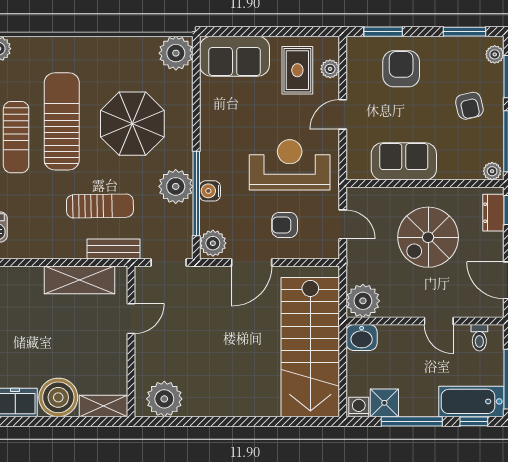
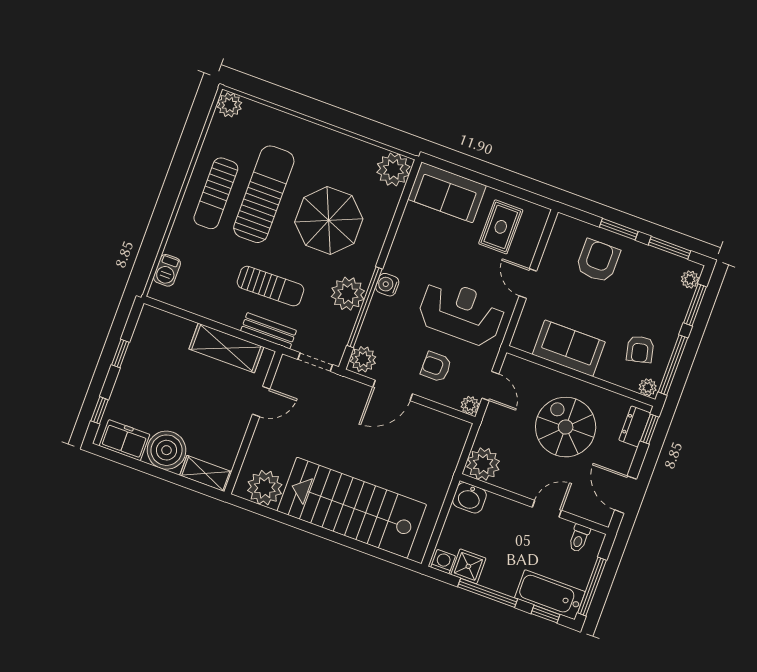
window: (383, 32) -> (619, 229), moved
plant: (330, 69) -> (470, 405), moved
armchair: (469, 106) -> (640, 349), moved
door: (343, 114) -> (528, 284), hinge flipped
water cooler: (210, 191) -> (387, 285), moved
spiral stairs: (428, 237) -> (566, 427), turned 90
door: (439, 321) -> (547, 509), swing flipped
stairs: (310, 347) -> (352, 508), moved, turned 90

